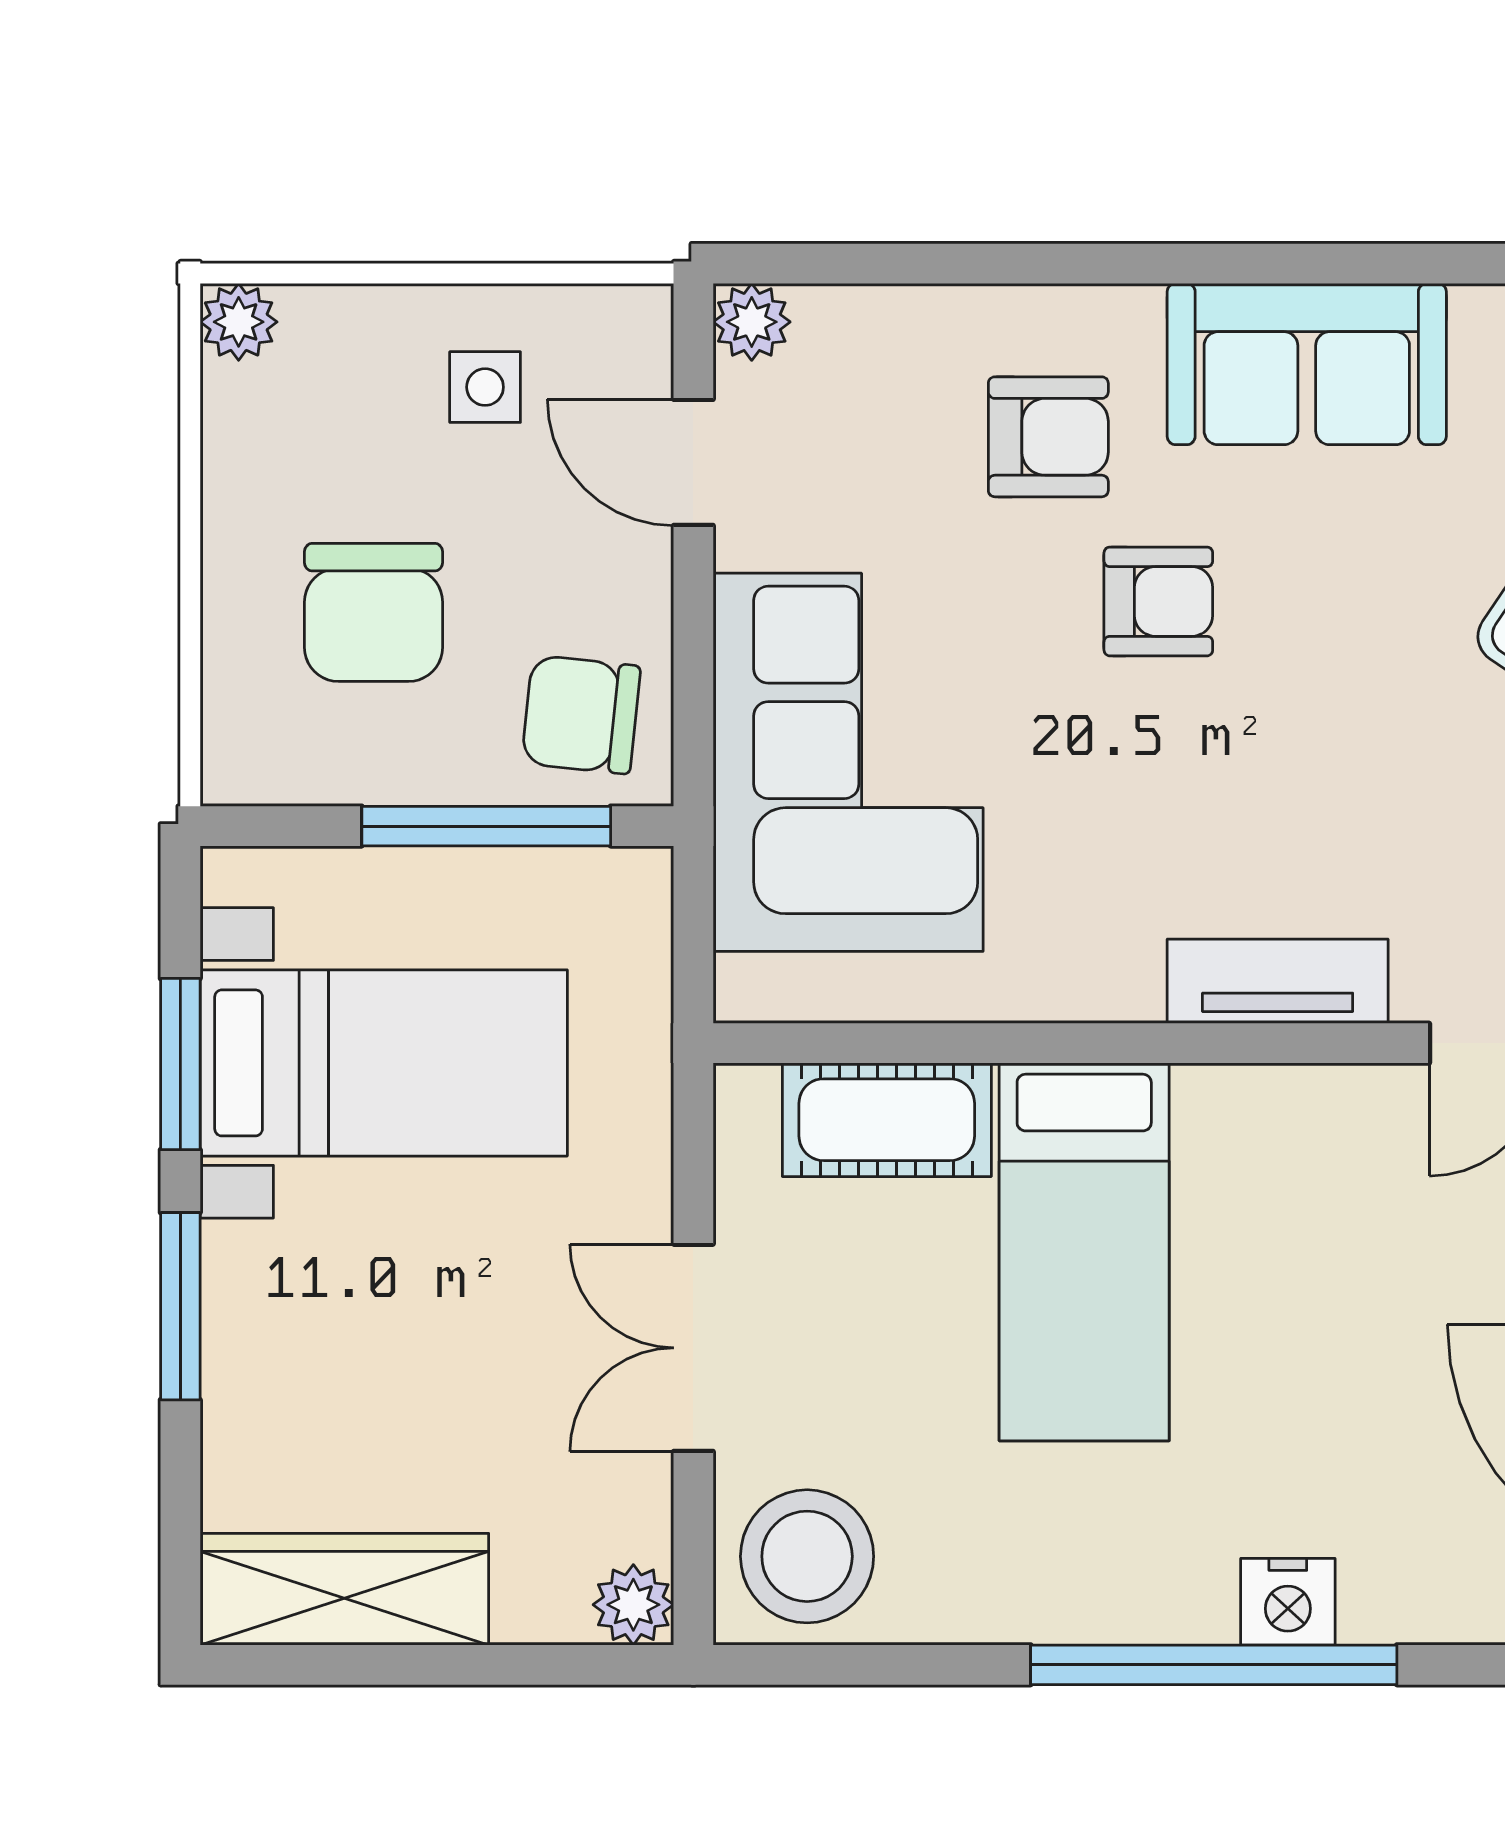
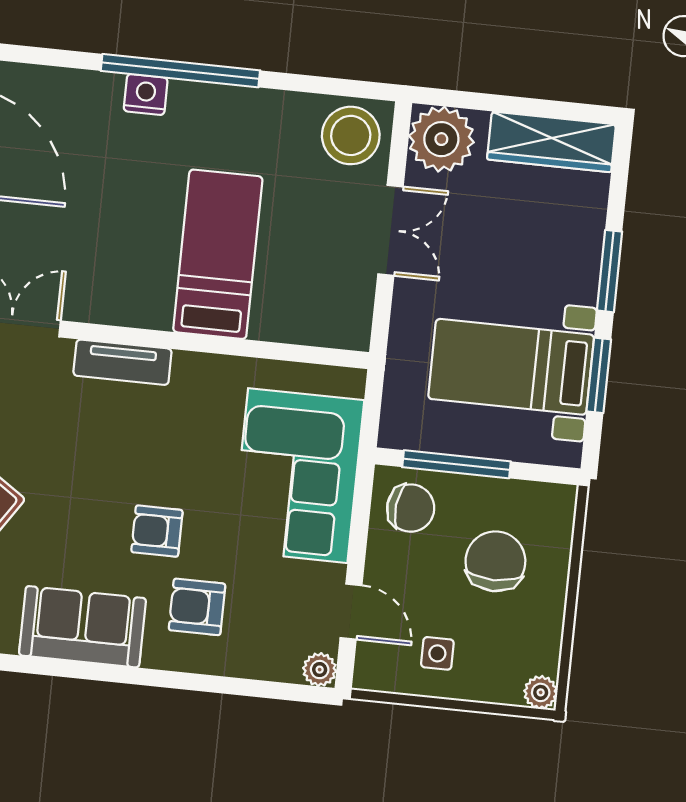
cot: (887, 1120) -> (297, 320), removed
plant: (633, 1605) -> (441, 139), width x1.88, depth x1.88

